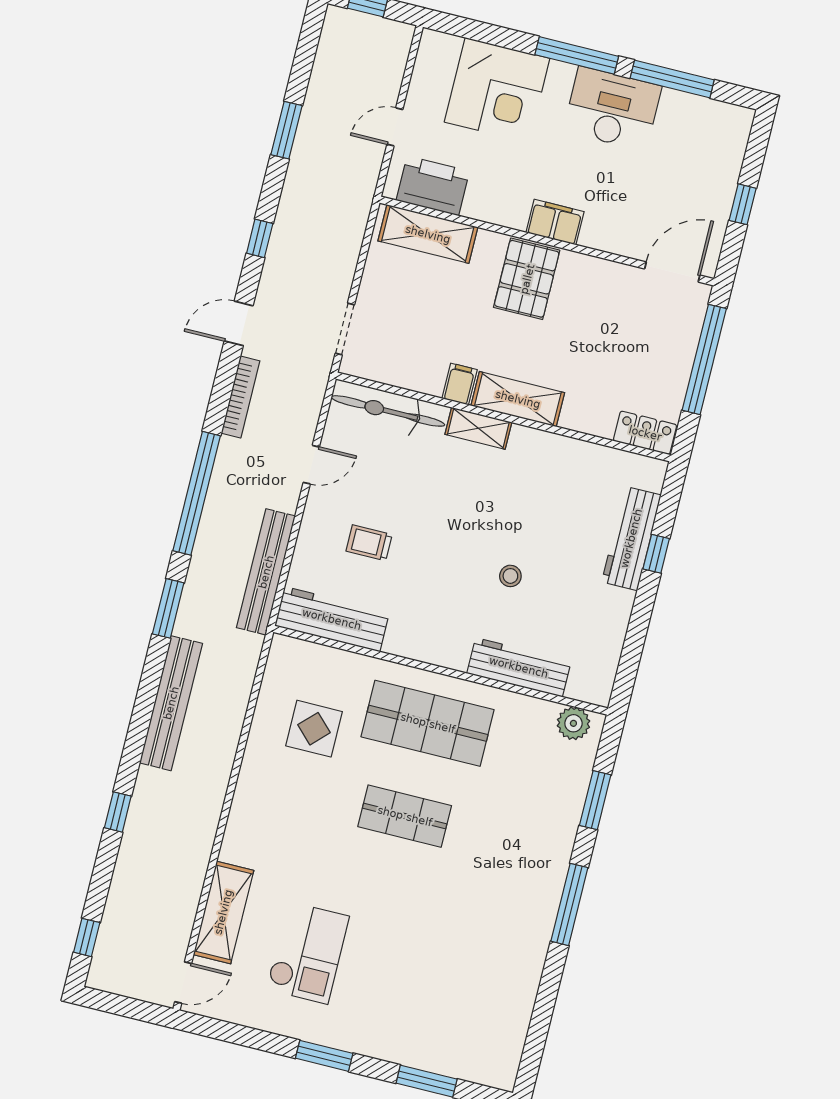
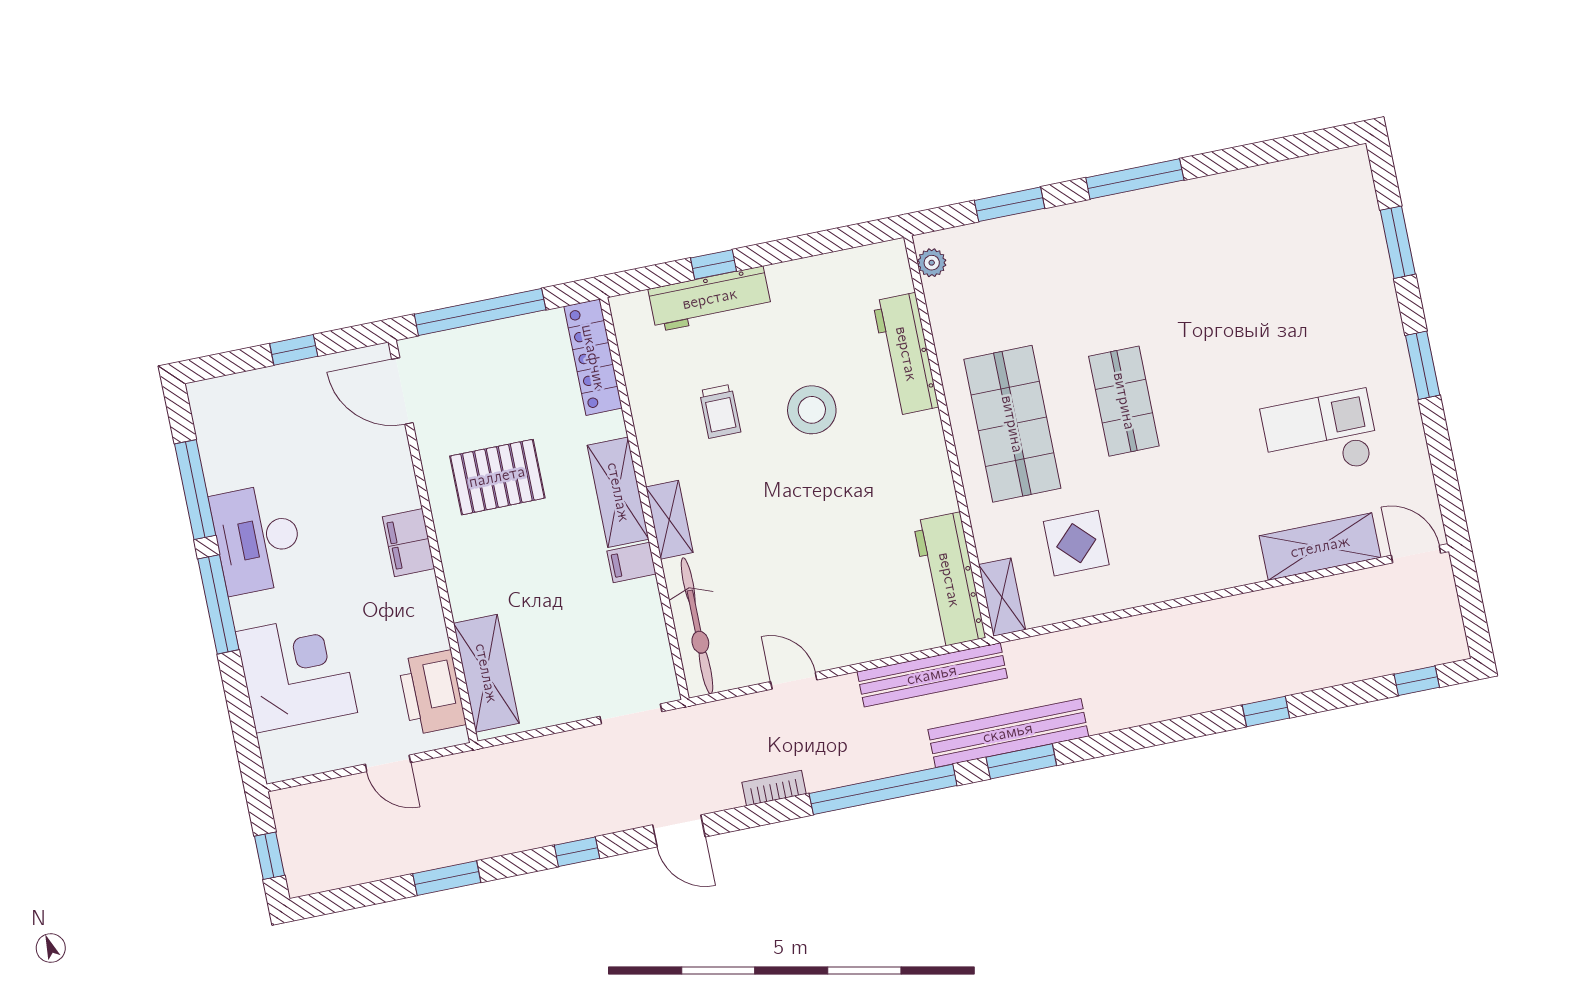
pallet: (527, 279) -> (497, 477), moved
bookcase: (240, 397) -> (774, 788), width x0.64
locker: (645, 433) -> (593, 357), width x1.53
trolley: (369, 543) -> (720, 411), moved
stool: (510, 576) -> (812, 410), width x1.89, depth x1.89
shelving: (300, 653) -> (1002, 597), added
bench: (171, 703) -> (1008, 733), moved
plant: (573, 723) -> (932, 263), width x0.73, depth x0.73

